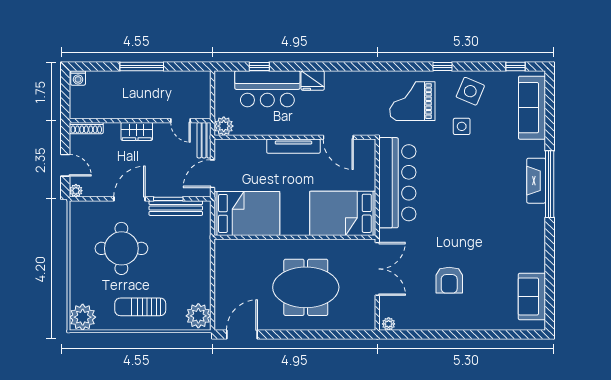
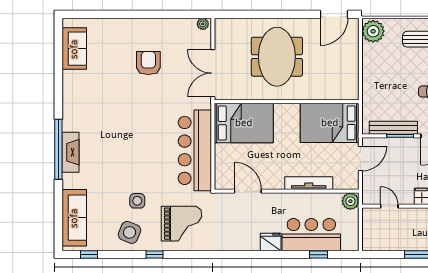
bench: (204, 140) -> (368, 189), removed
tv unit: (293, 146) -> (309, 183), moved
meeting table: (306, 287) -> (277, 57), turned 90

